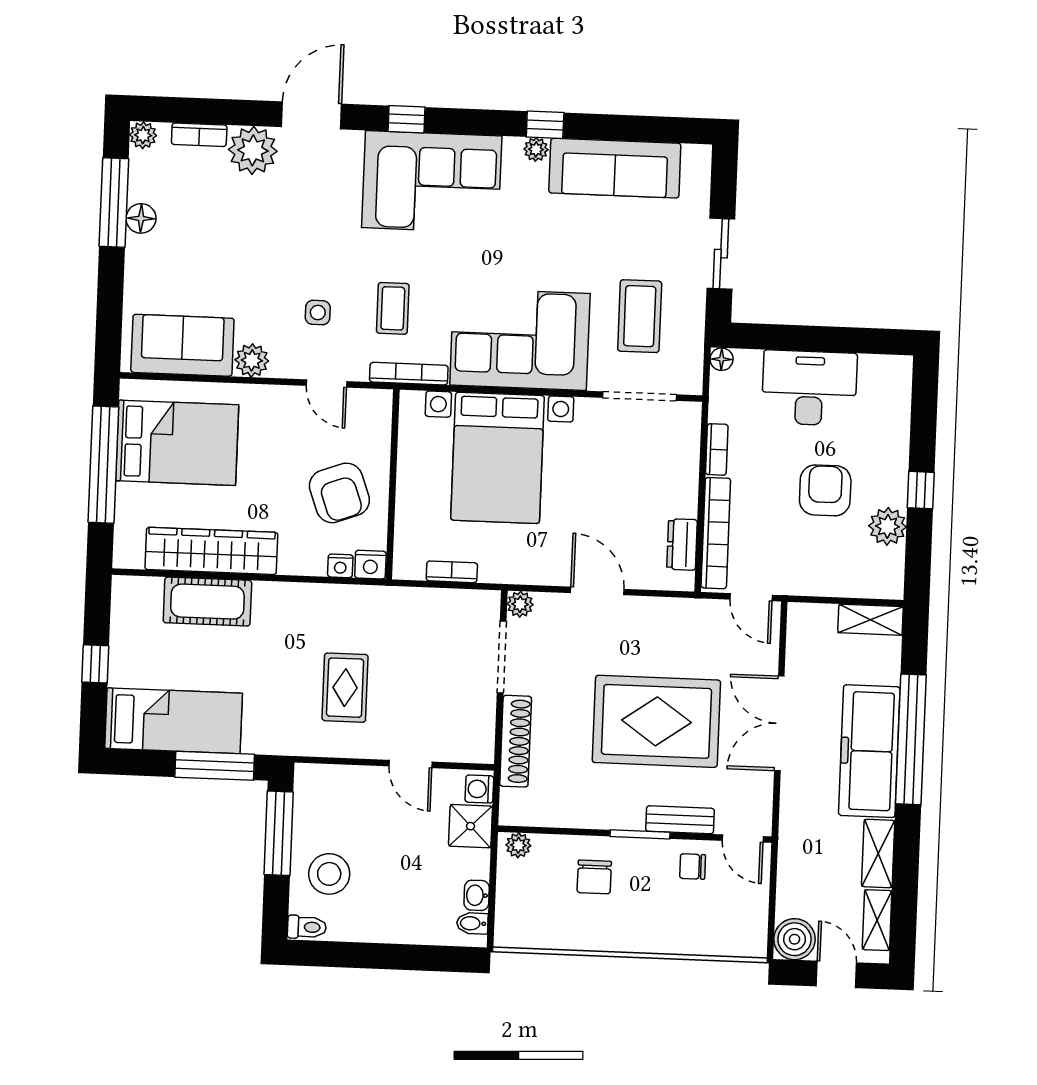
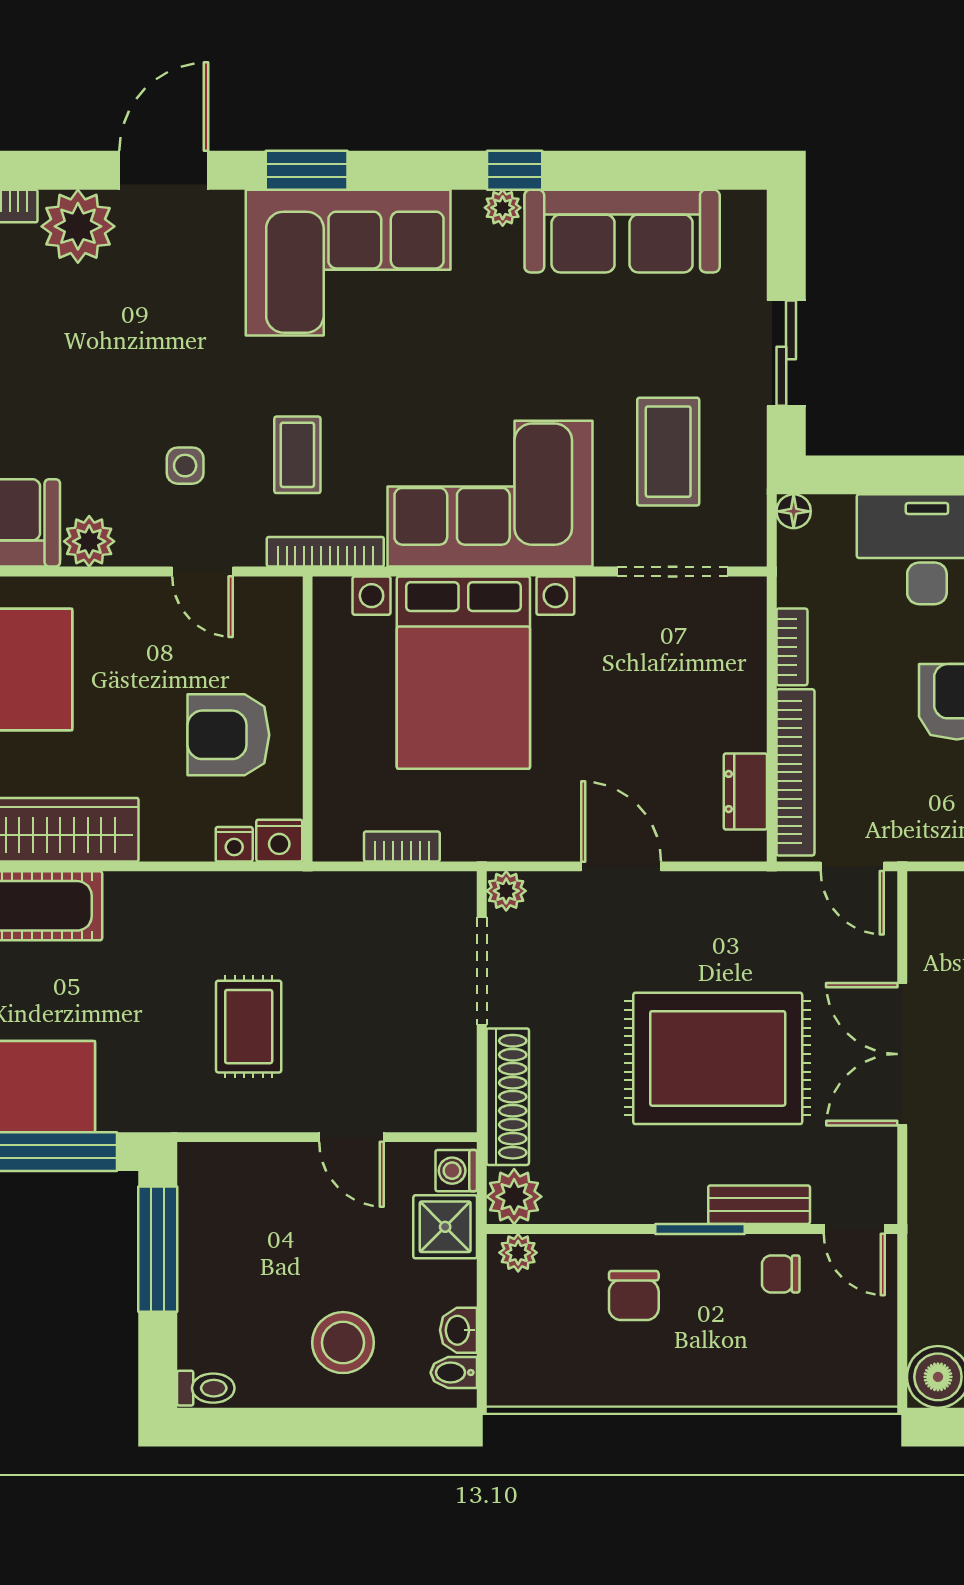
window: (407, 119) -> (307, 170), width x1.50
armchair: (339, 493) -> (228, 735), turned 110
plant: (517, 808) -> (514, 1197), added
stool: (329, 874) -> (343, 1343), moved

